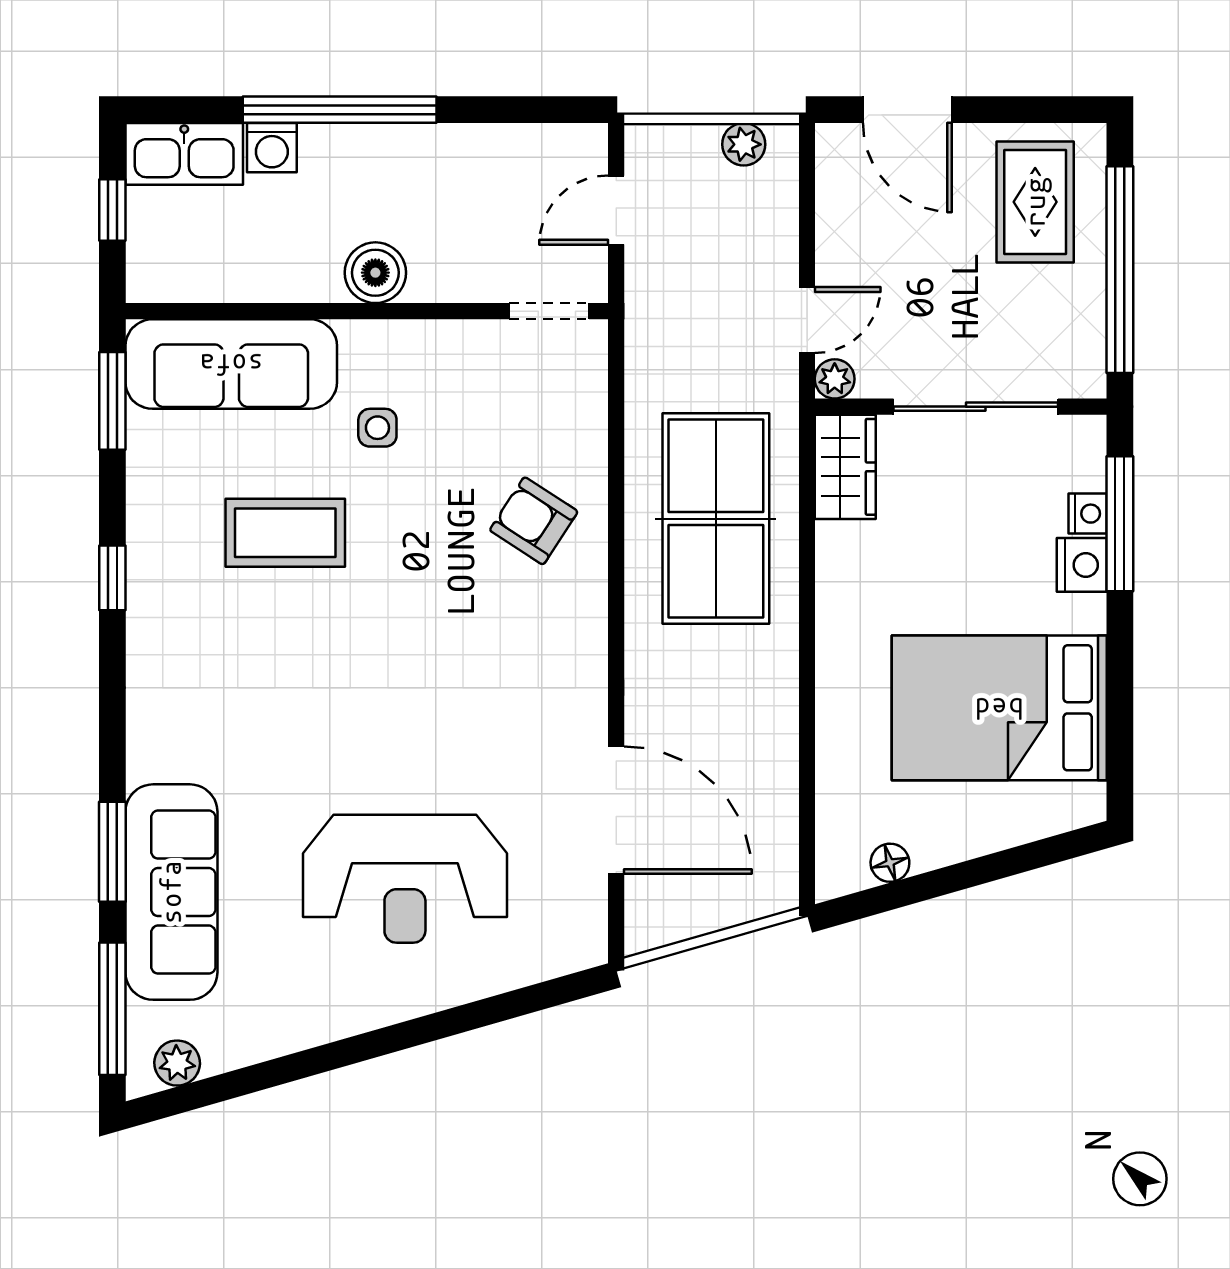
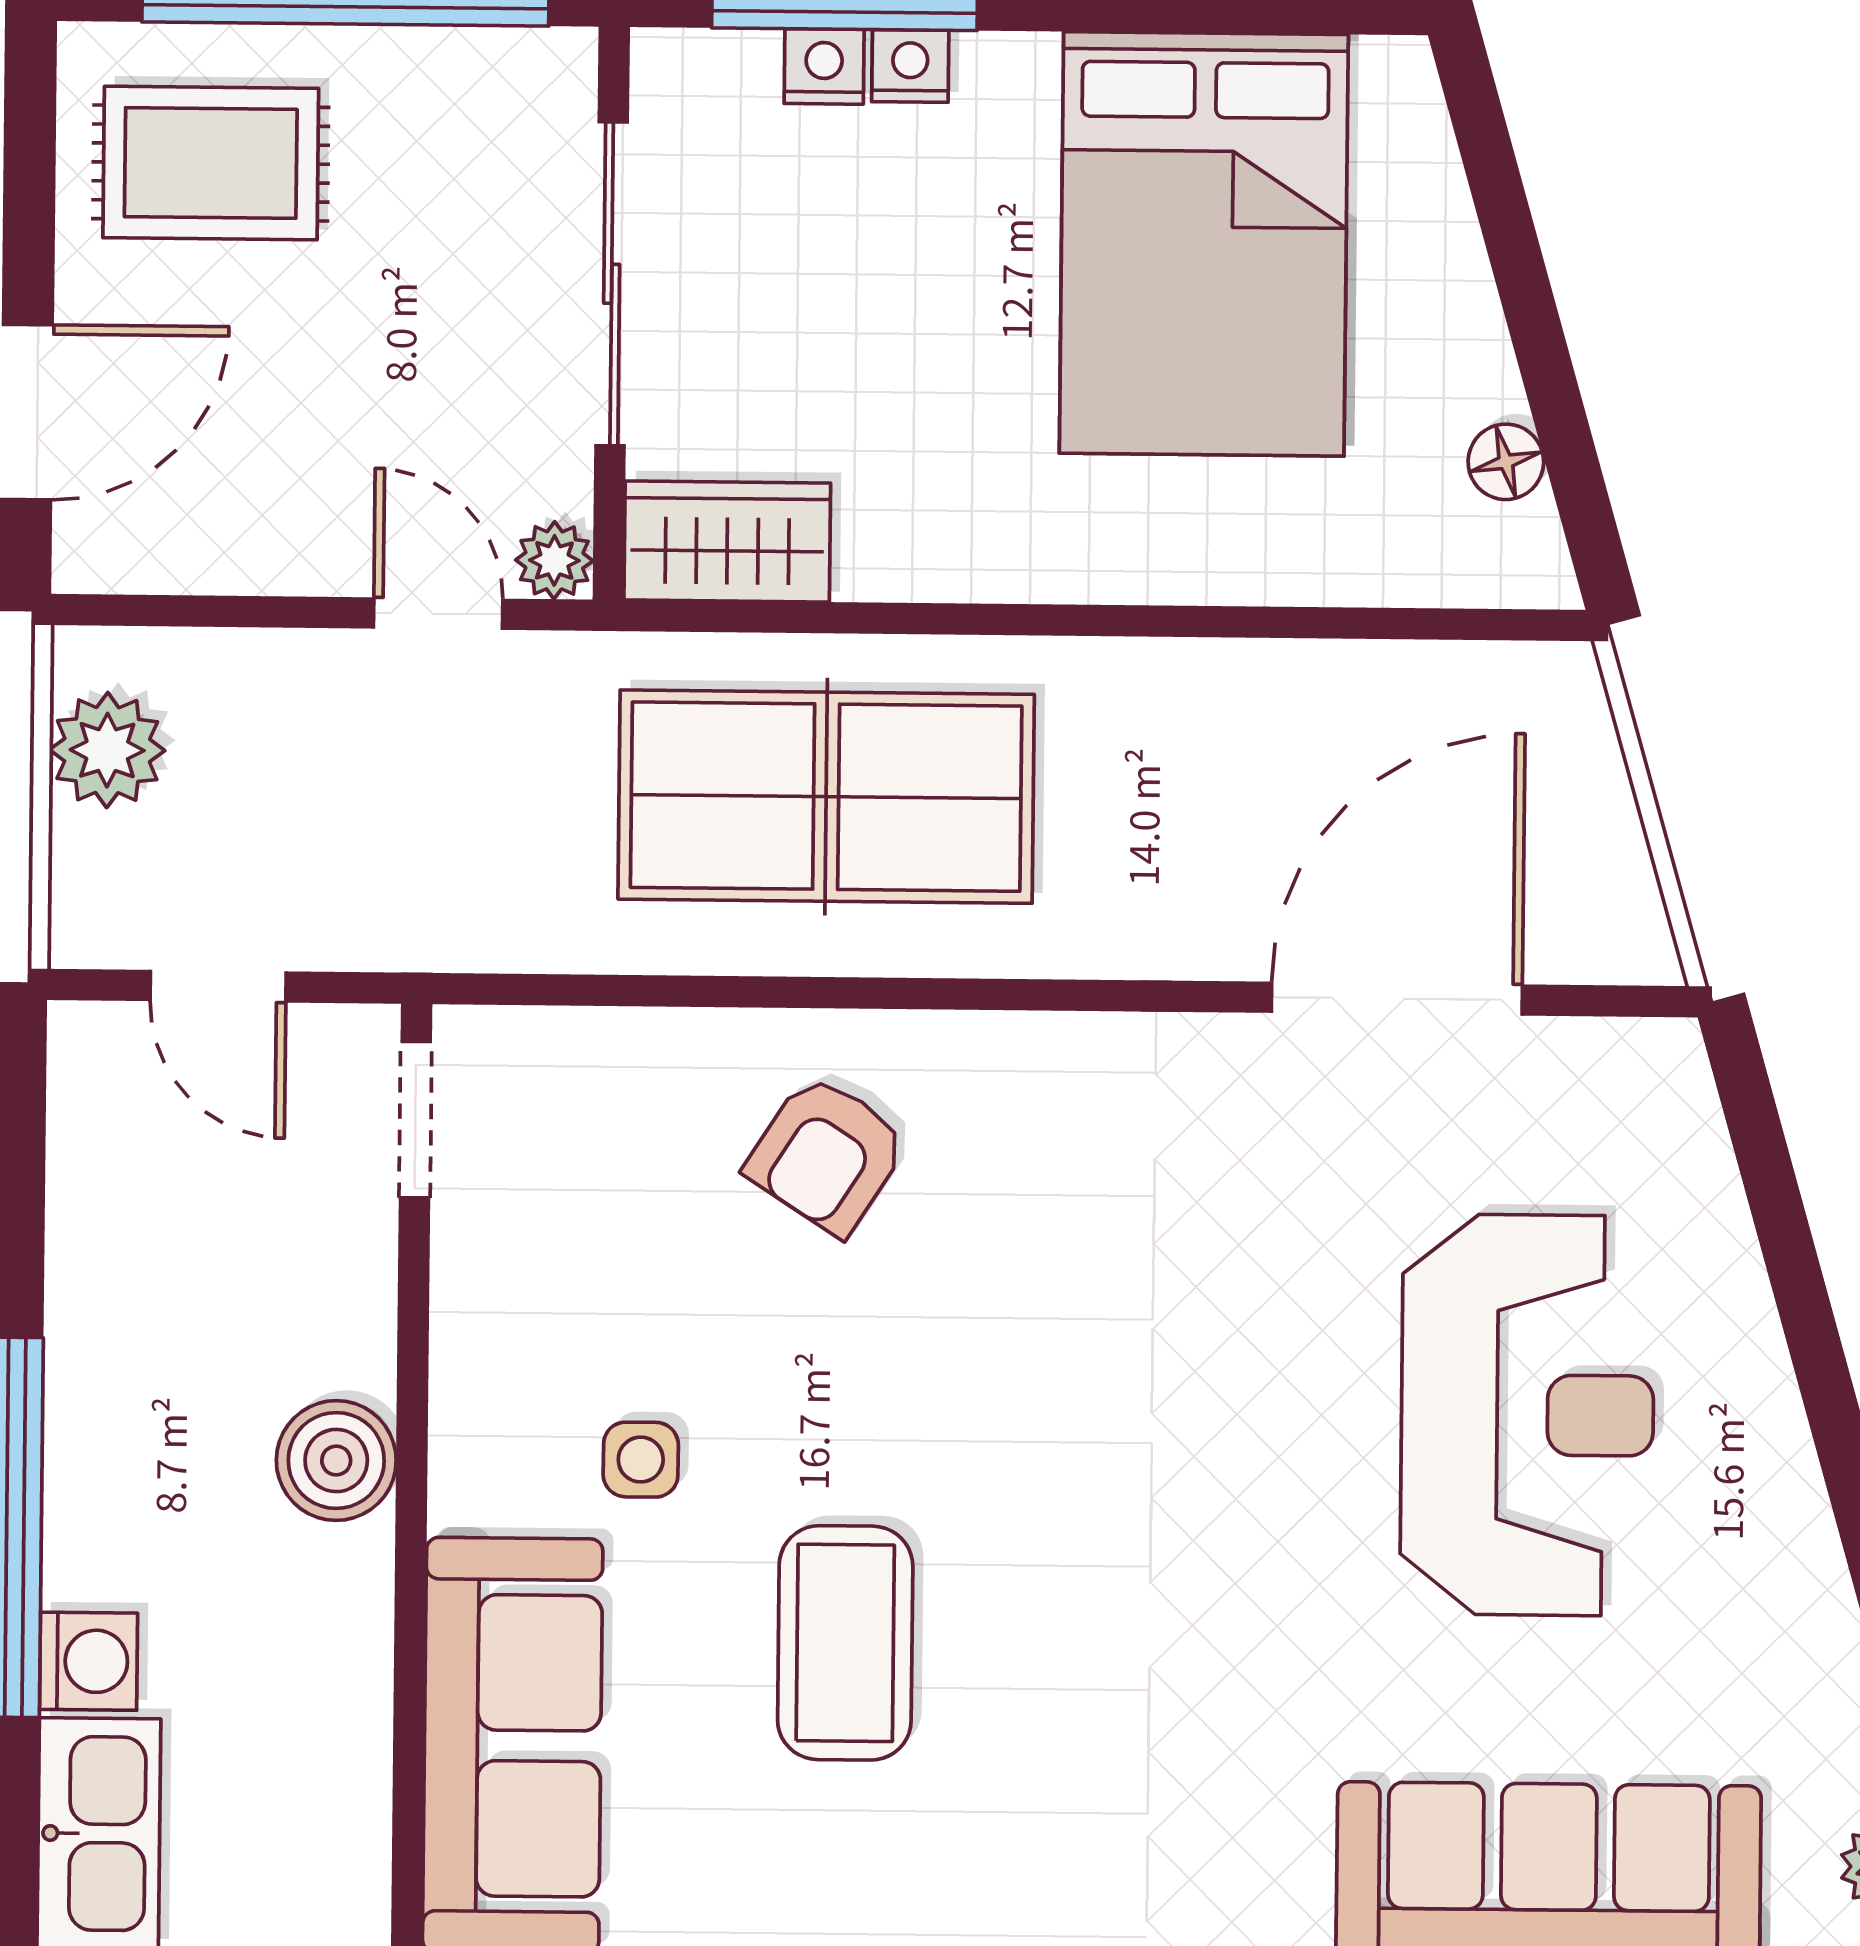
plant: (744, 144) -> (107, 750), width x1.38, depth x1.38
nightstand: (1082, 565) -> (910, 66), width x0.72, depth x0.74

